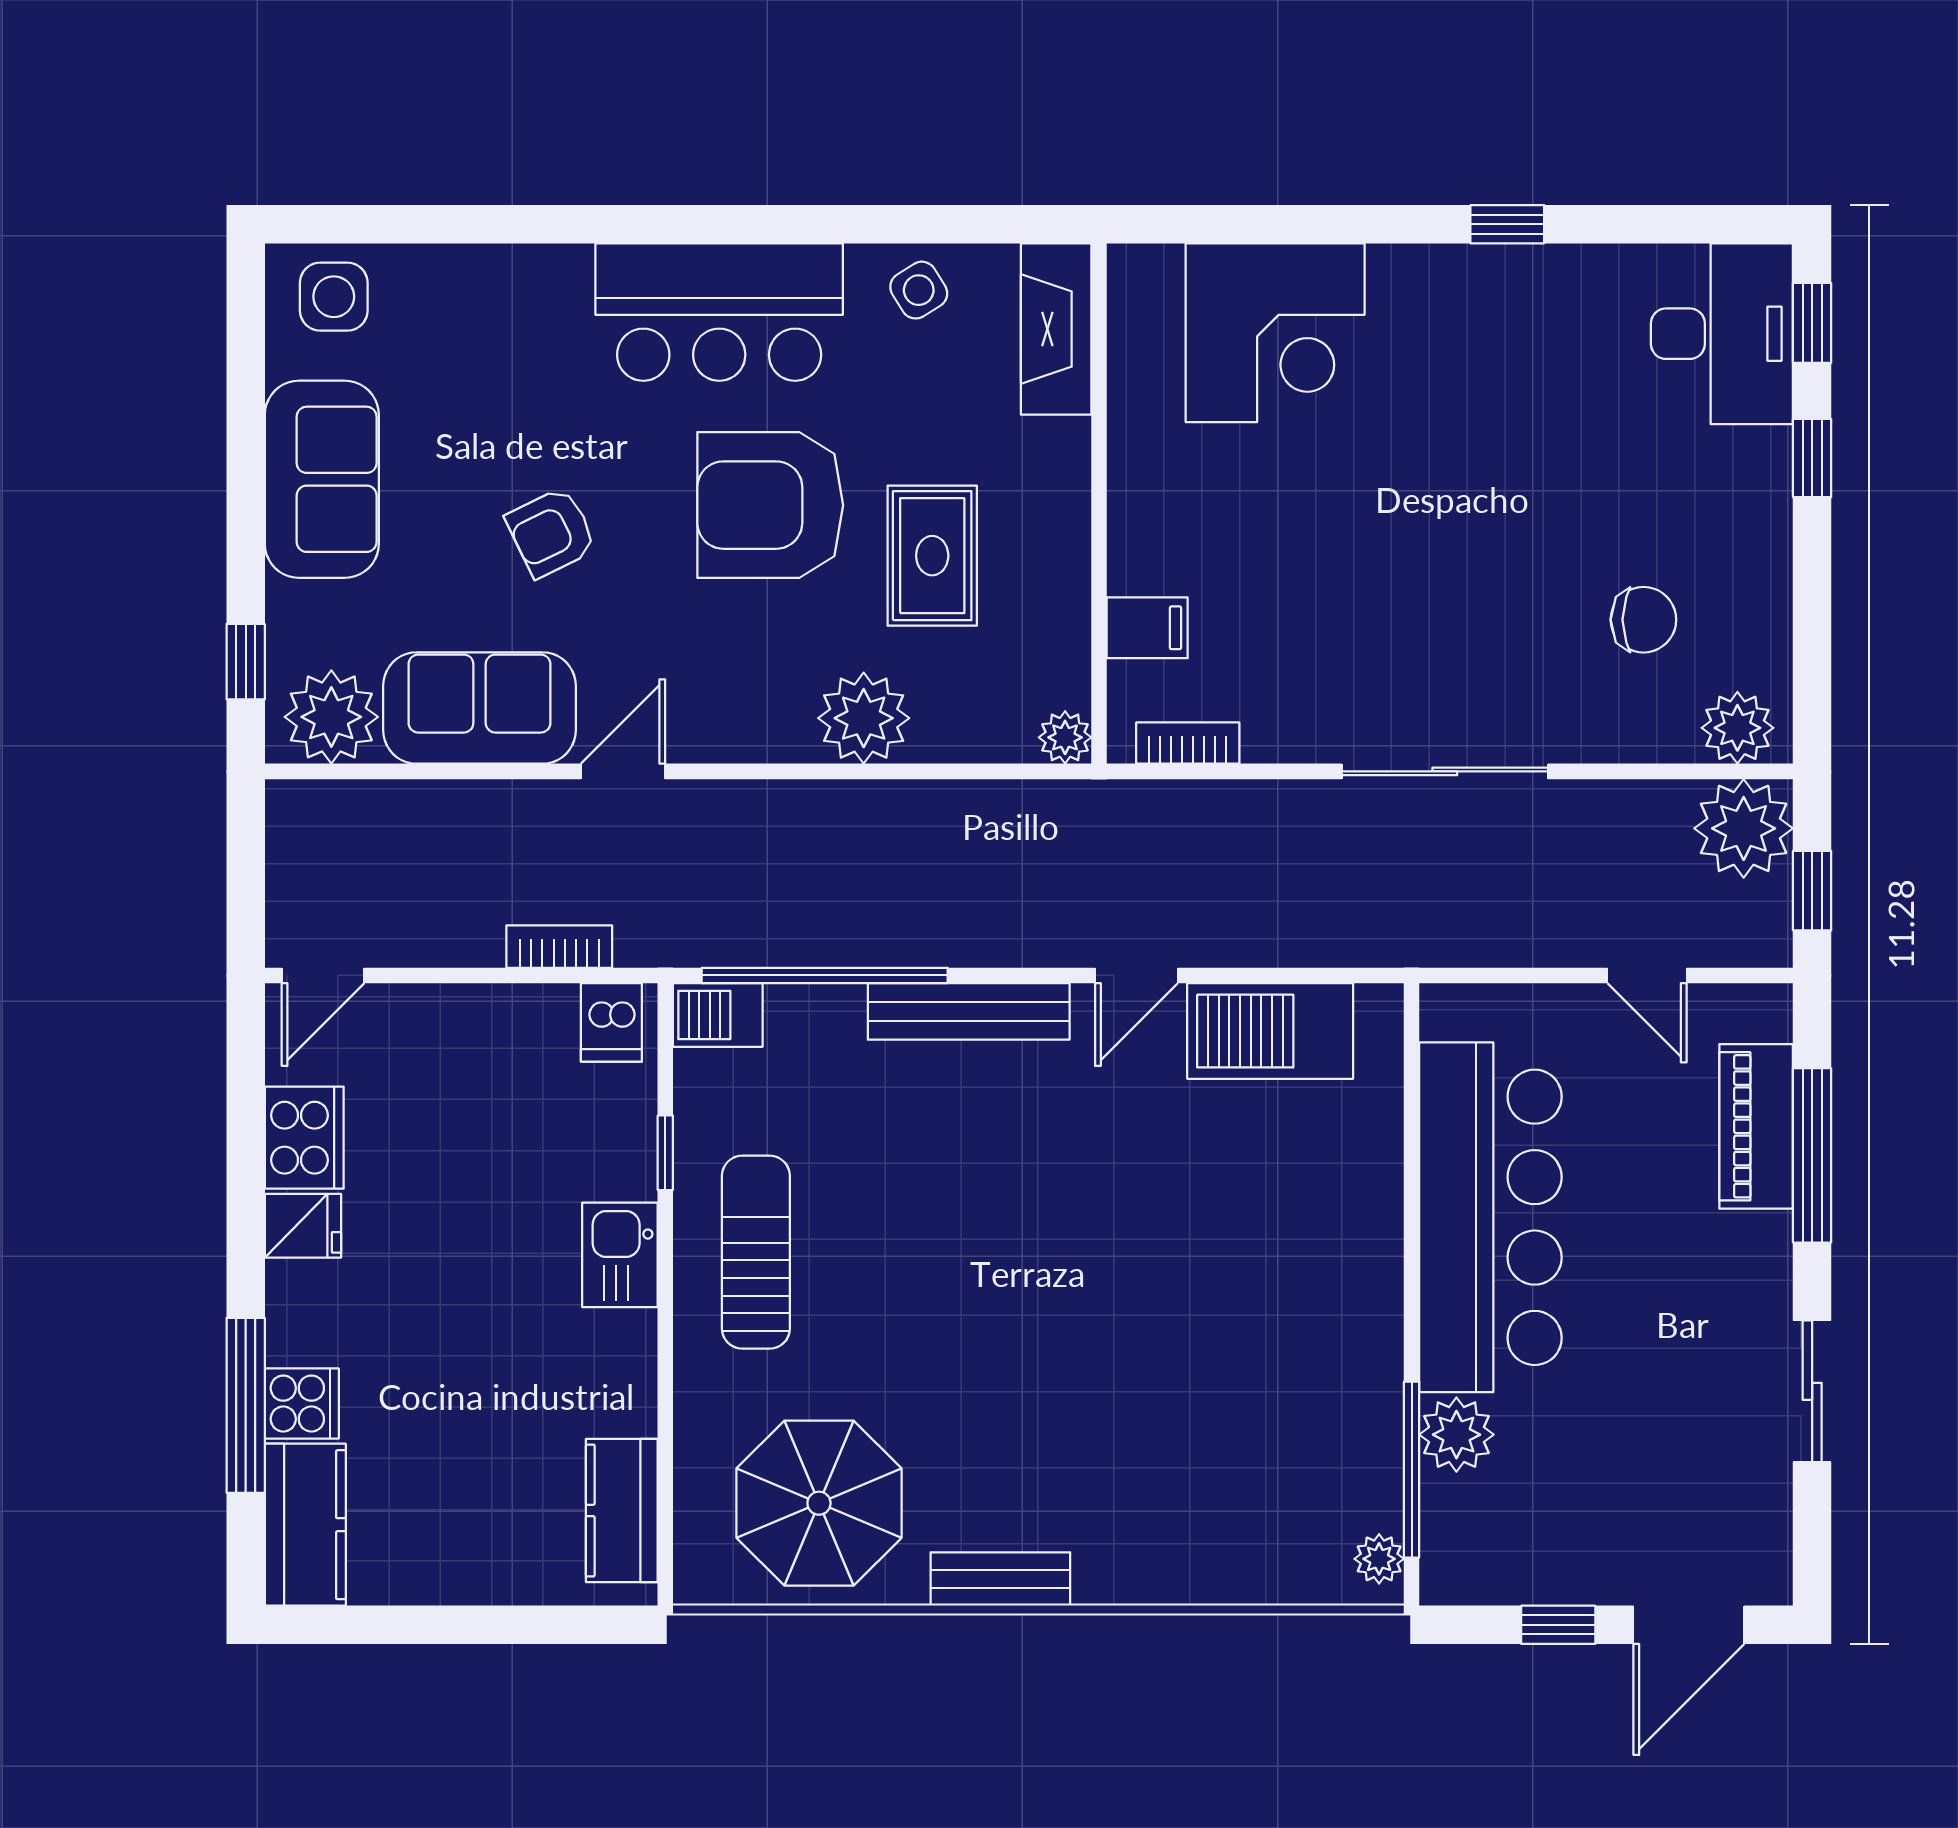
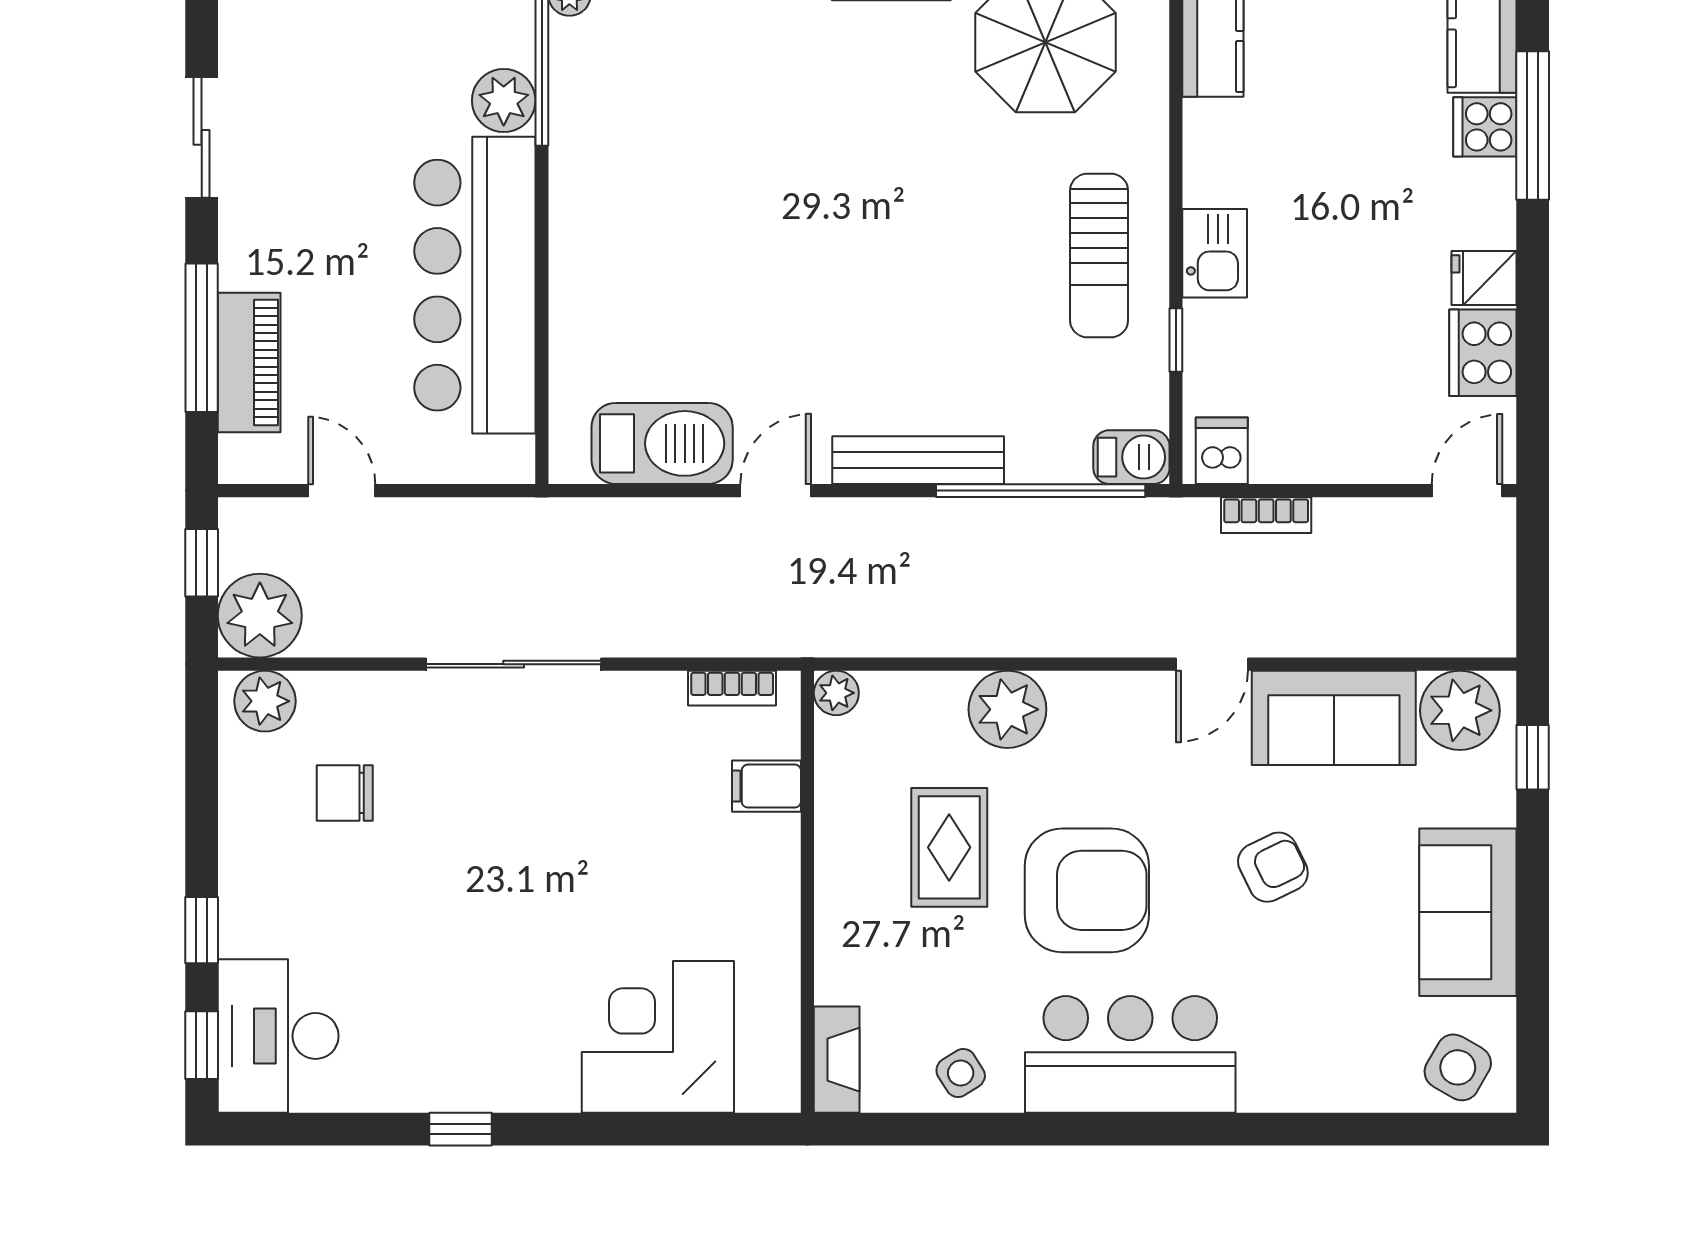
side table: (334, 297) -> (1458, 1067), turned 30
fireplace: (1056, 329) -> (837, 1060), width x0.73, depth x0.76

